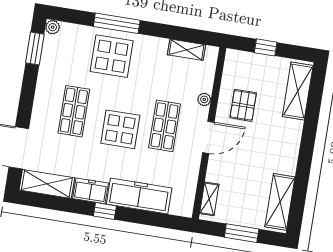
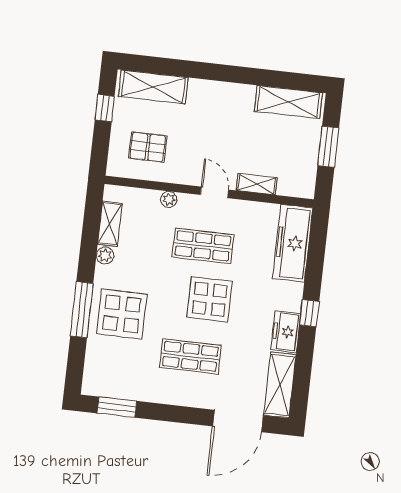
plant: (53, 27) -> (105, 256), moved
window: (266, 47) -> (105, 108), moved
pallet: (243, 105) -> (148, 147), moved
door: (208, 137) -> (214, 192), width x0.73
freezer: (139, 196) -> (293, 243), moved
shelving: (209, 199) -> (257, 184), moved

